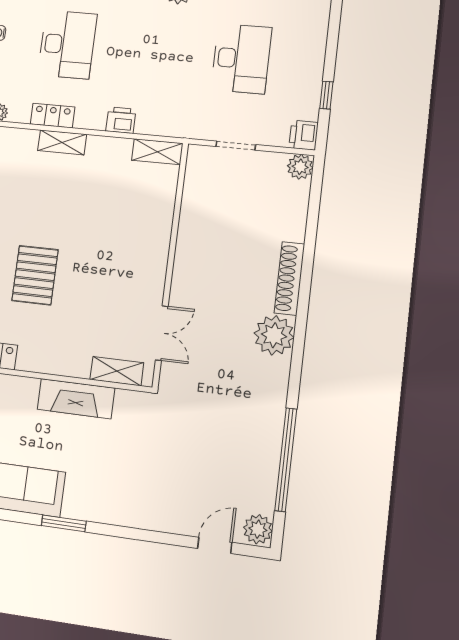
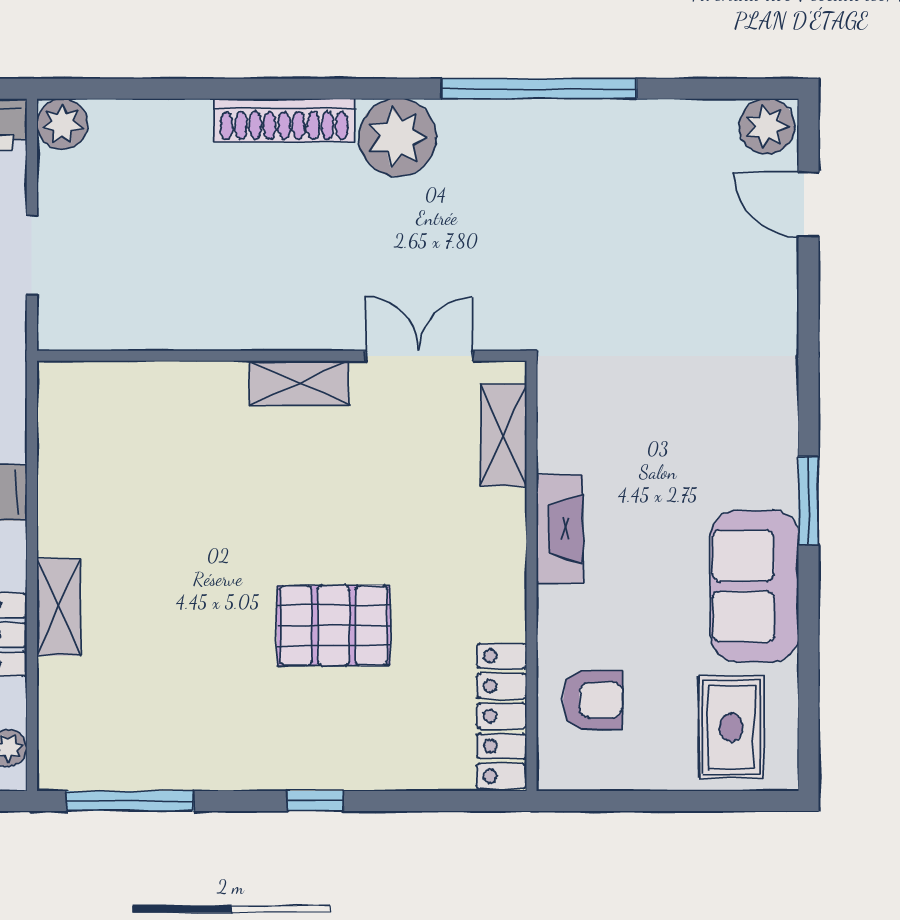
shelving: (157, 152) -> (299, 383), moved, turned 90
fireplace: (76, 399) -> (560, 529), width x0.73, depth x0.76
window: (286, 460) -> (539, 89), moved

